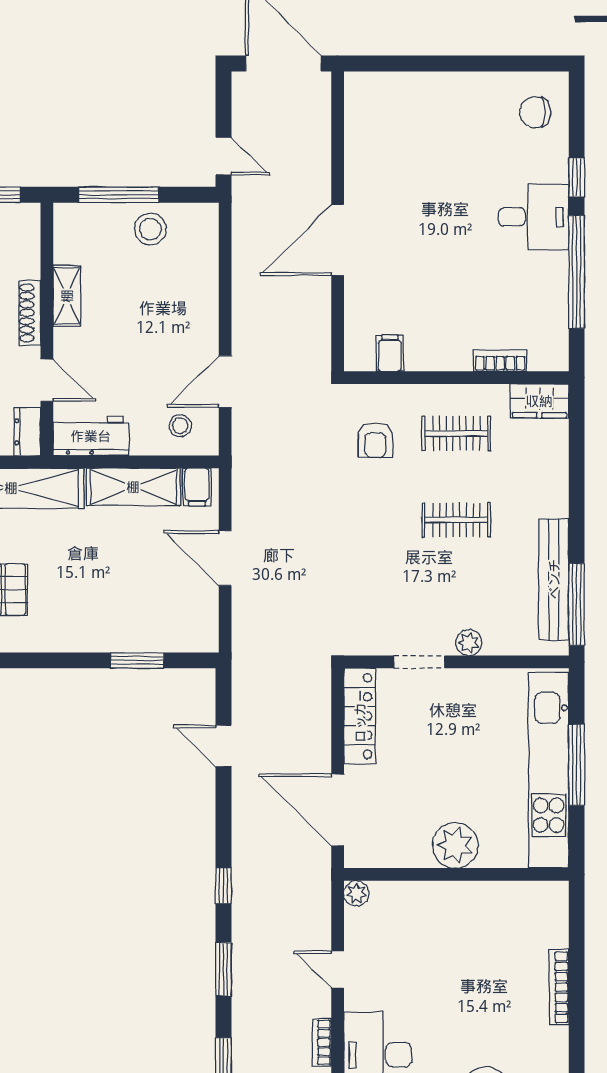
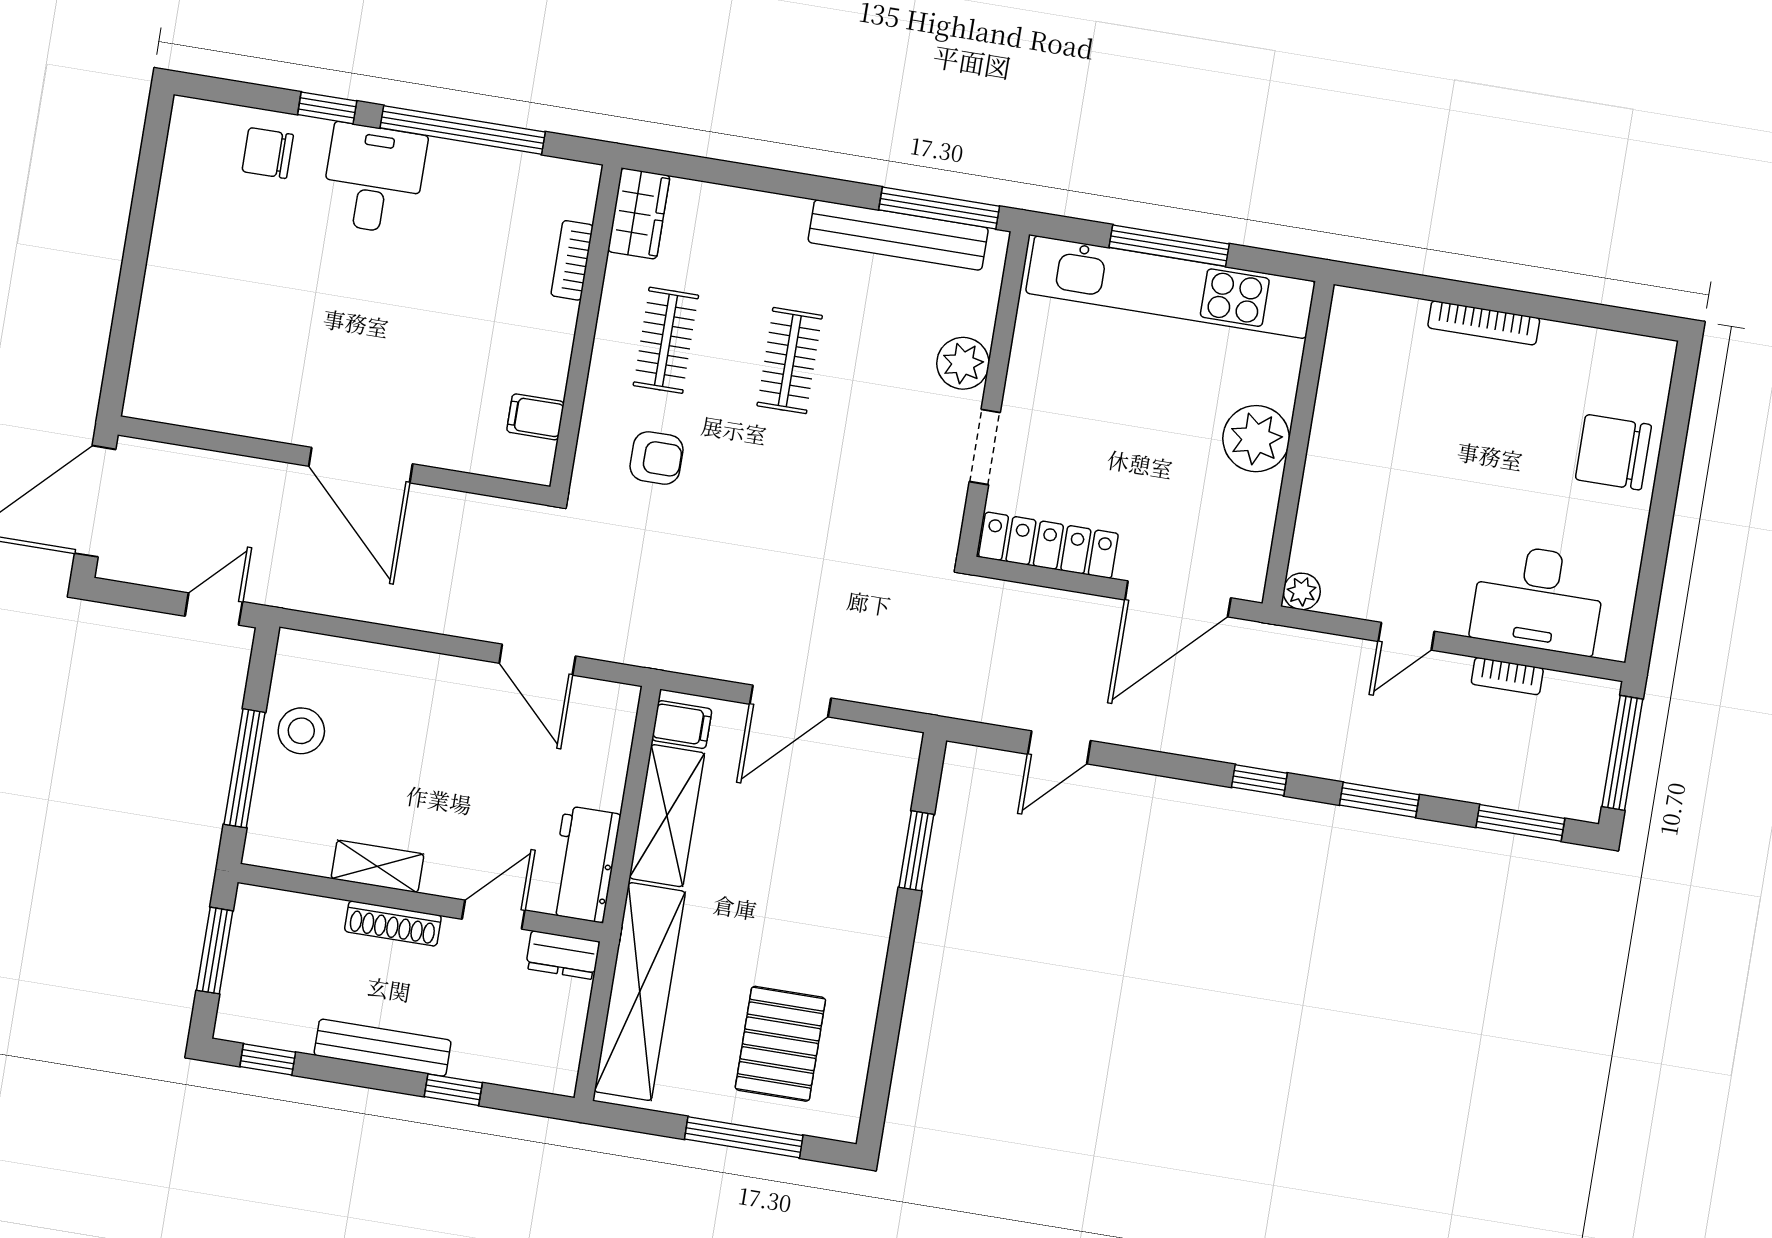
chair: (535, 112) -> (268, 153), moved, turned 90
stool: (180, 426) -> (590, 734), removed
plant: (469, 643) -> (963, 363), width x1.38, depth x1.38

